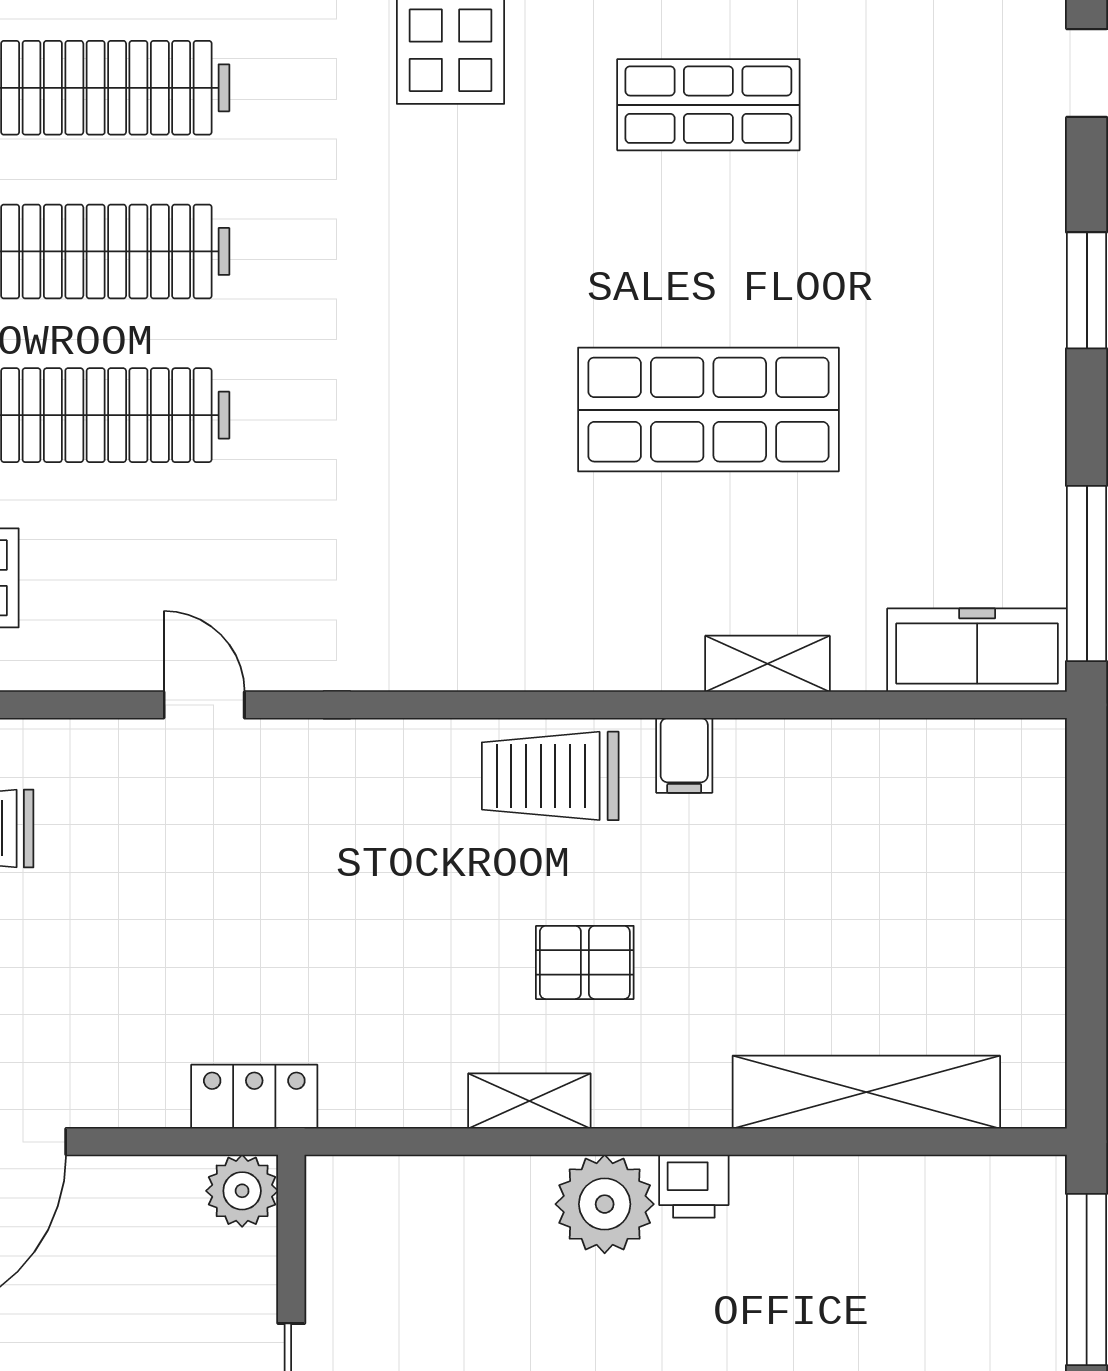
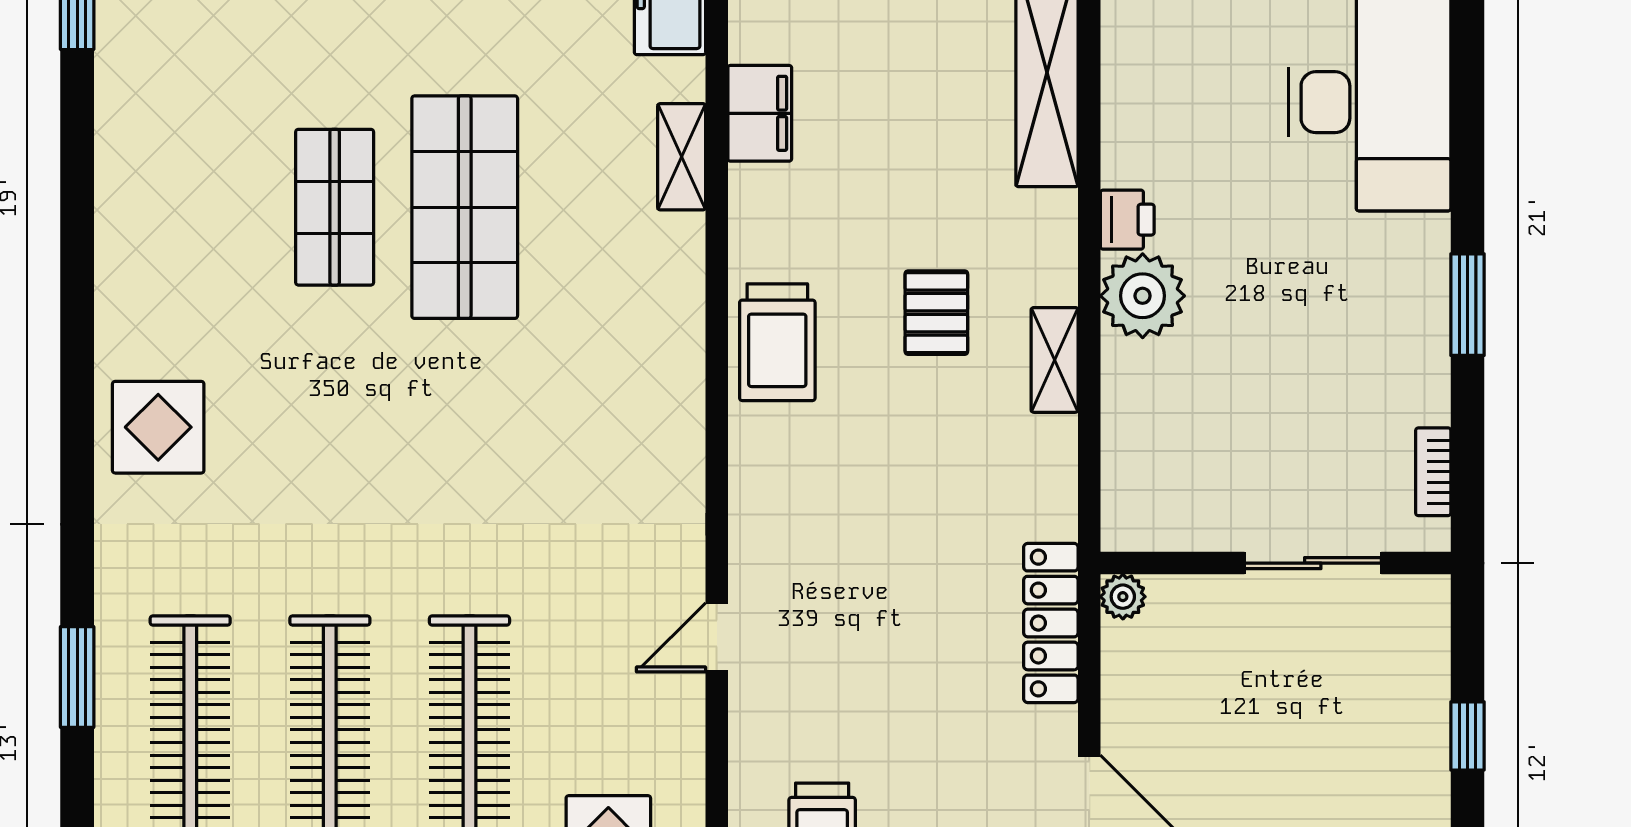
shop shelf: (708, 105) -> (335, 207), moved
filing cabinet: (684, 755) -> (760, 113), moved, width x2.00
locker: (254, 1097) -> (1051, 623), width x1.53
plant: (242, 1191) -> (1123, 597), width x0.73, depth x0.73

